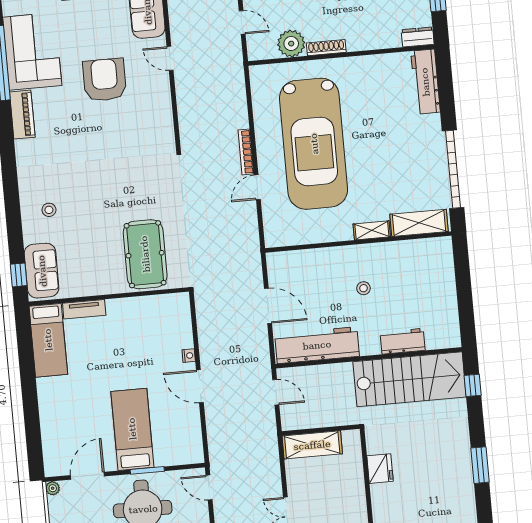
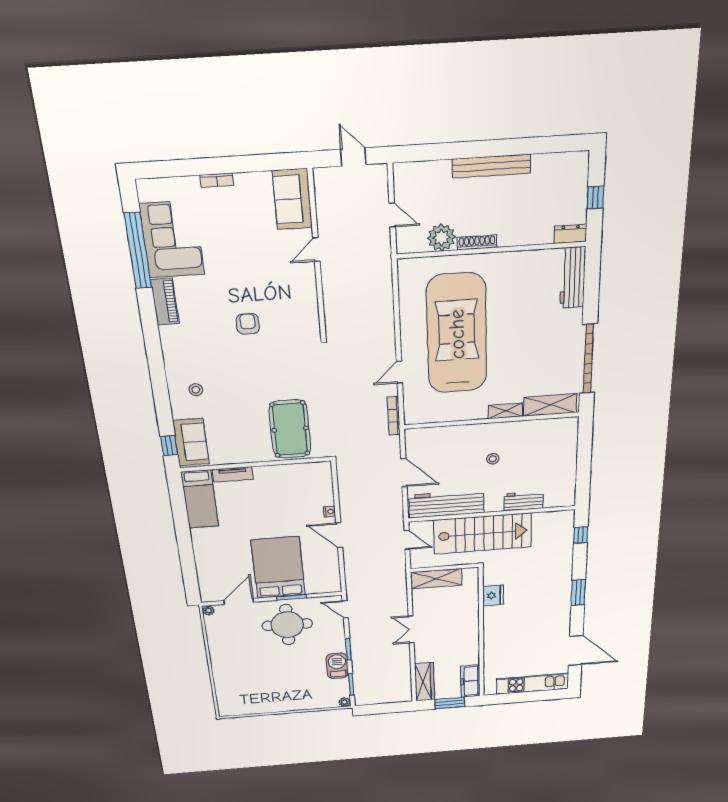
door: (170, 58) -> (316, 250), hinge flipped
armchair: (105, 80) -> (248, 324), moved, width x0.53, depth x0.53
car: (314, 144) -> (457, 334), turned 180
bookcase: (246, 152) -> (394, 416), moved
stairs: (410, 379) -> (483, 534), moved
bed: (132, 429) -> (278, 568), width x1.50

